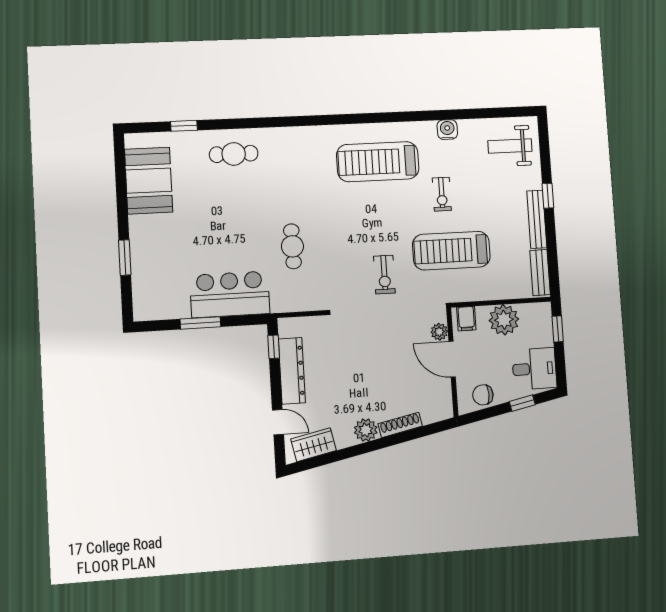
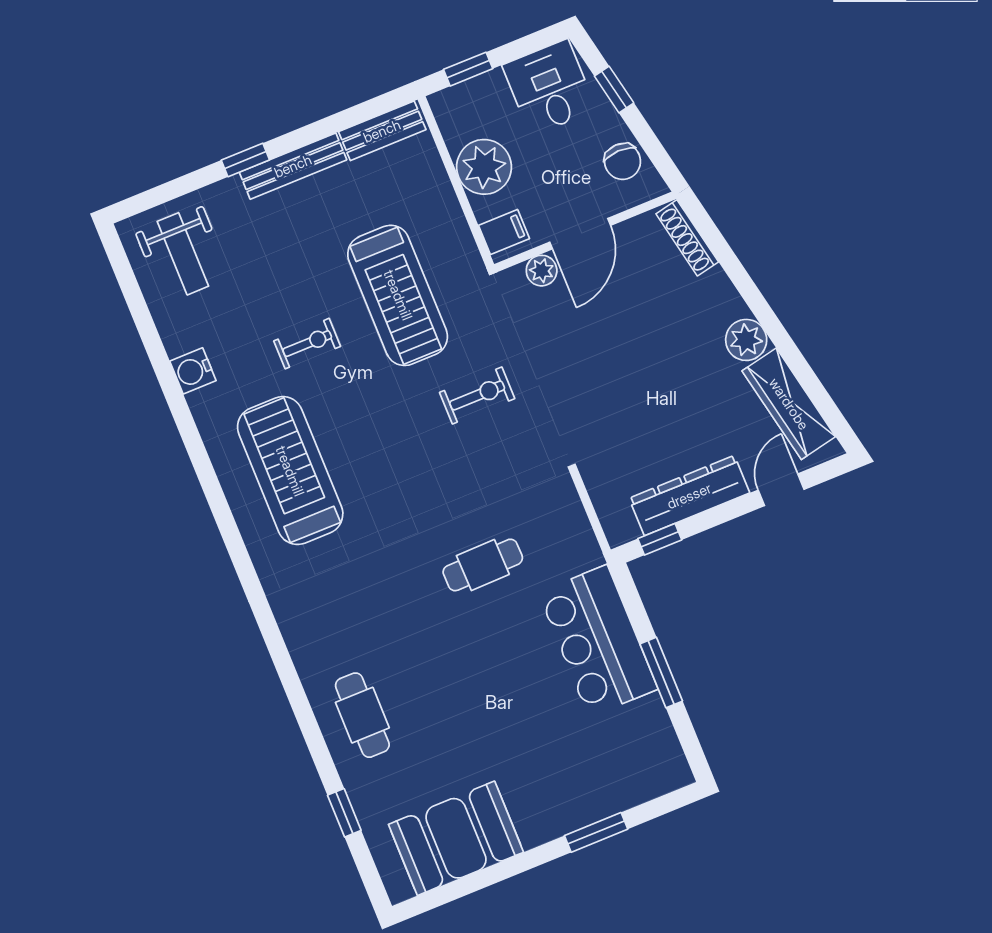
treadmill: (378, 162) -> (290, 471), turned 180
shoe rack: (400, 425) -> (687, 238), moved
wardrobe: (313, 445) -> (789, 404), width x1.50

